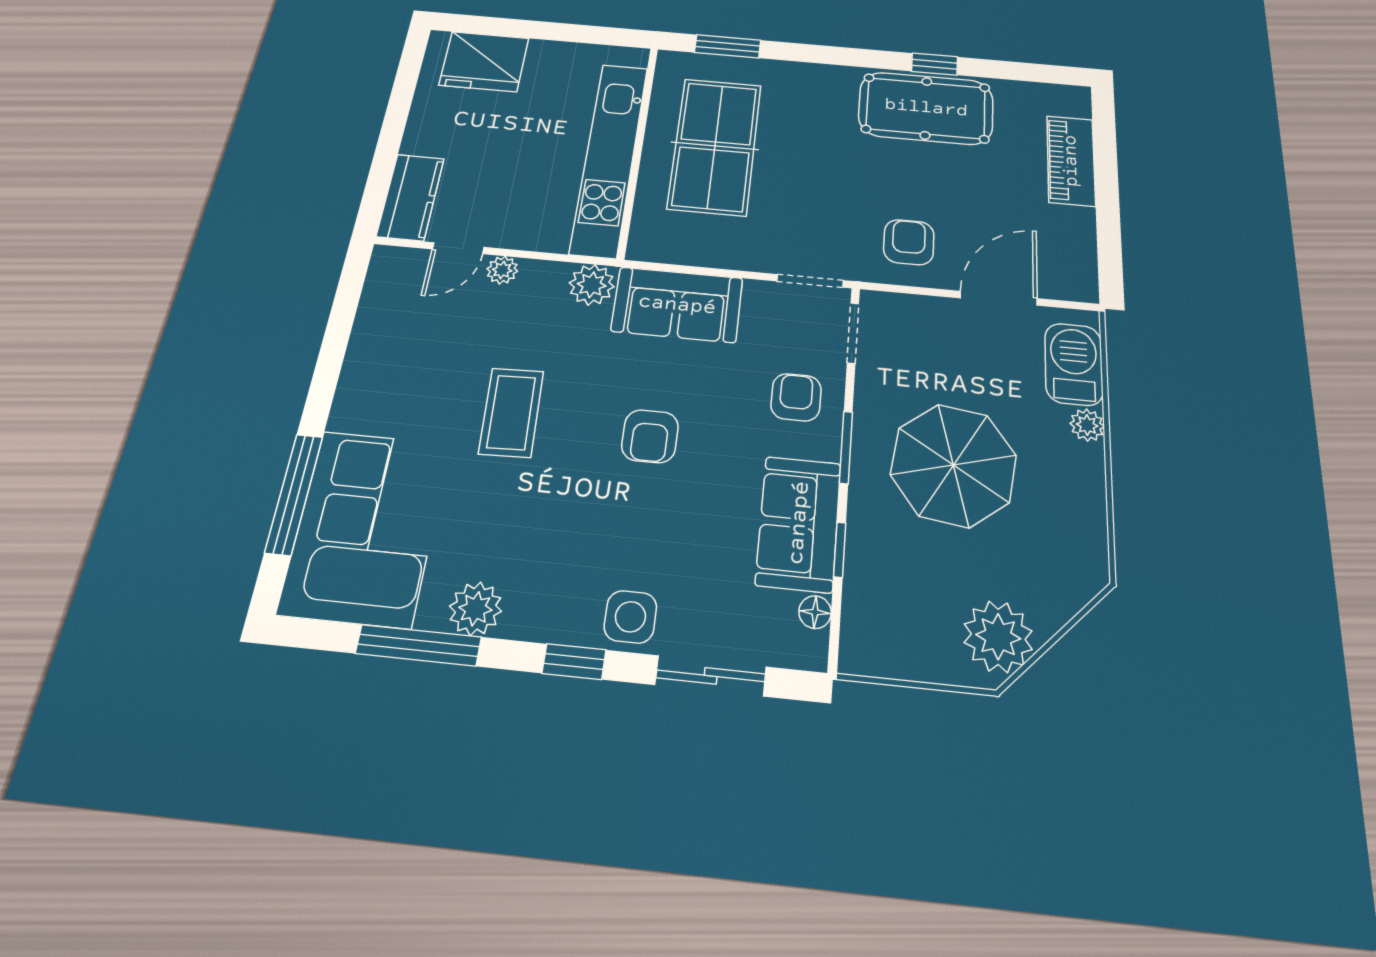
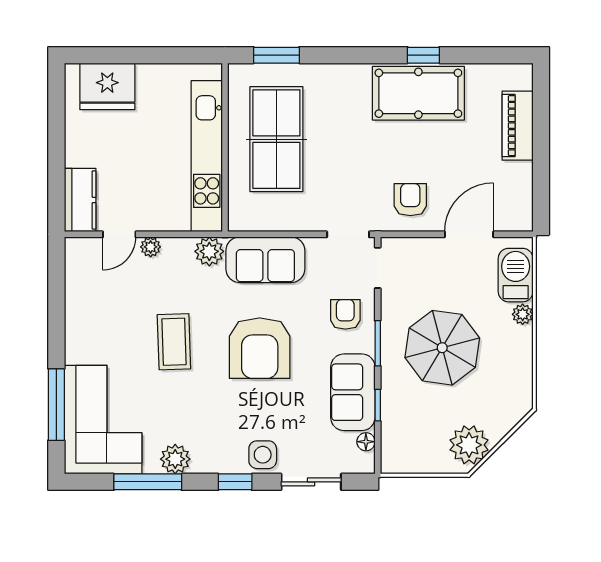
armchair: (650, 436) -> (260, 348), width x1.88, depth x1.88

